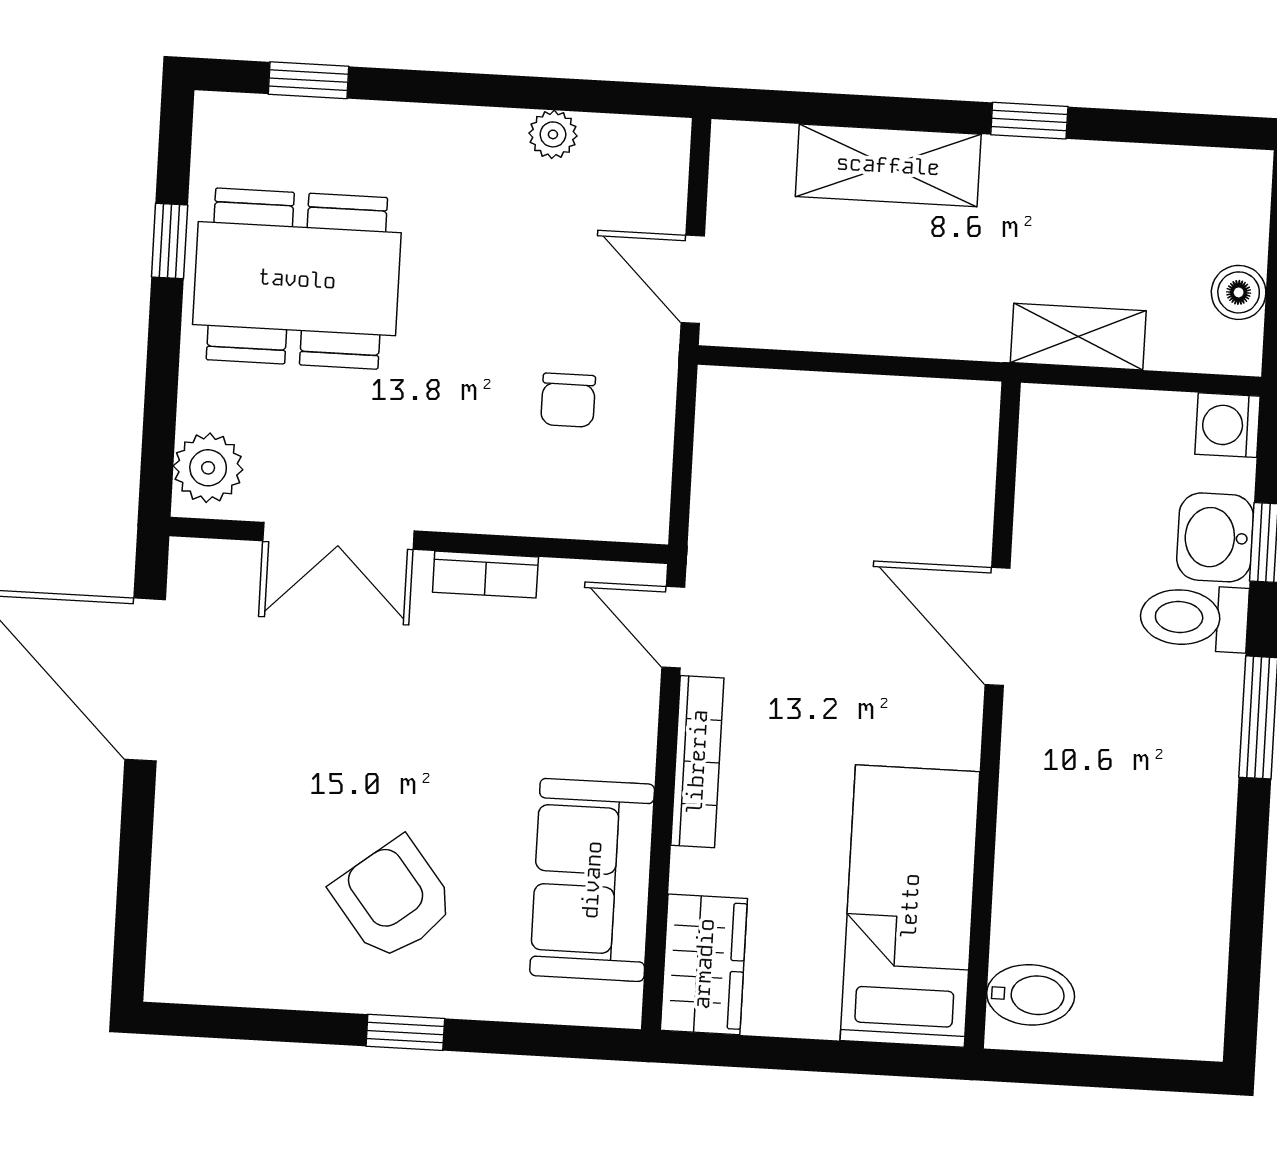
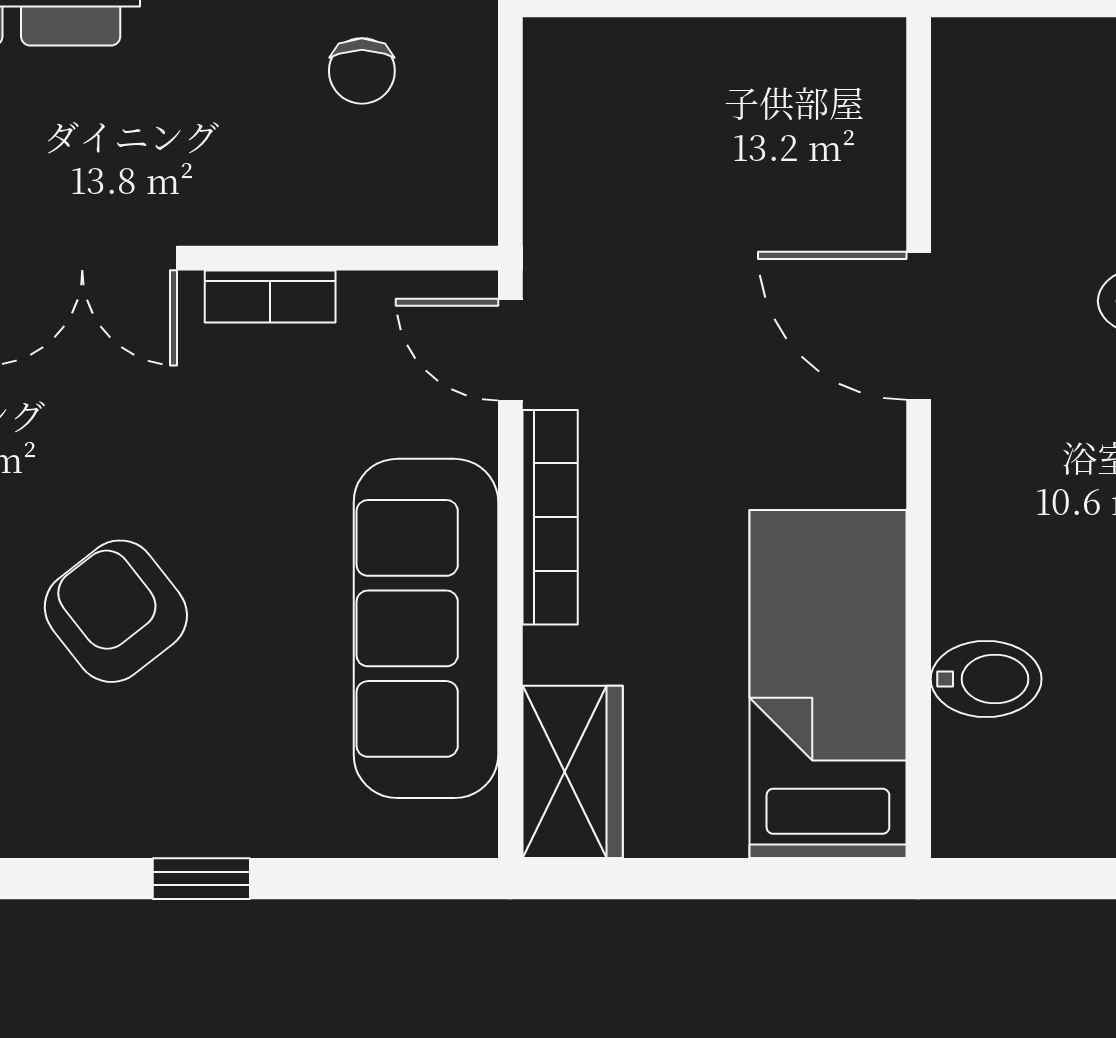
sofa: (592, 880) -> (426, 628), width x1.36
armchair: (393, 899) -> (116, 611), moved
bidet: (1031, 995) -> (986, 679), moved

